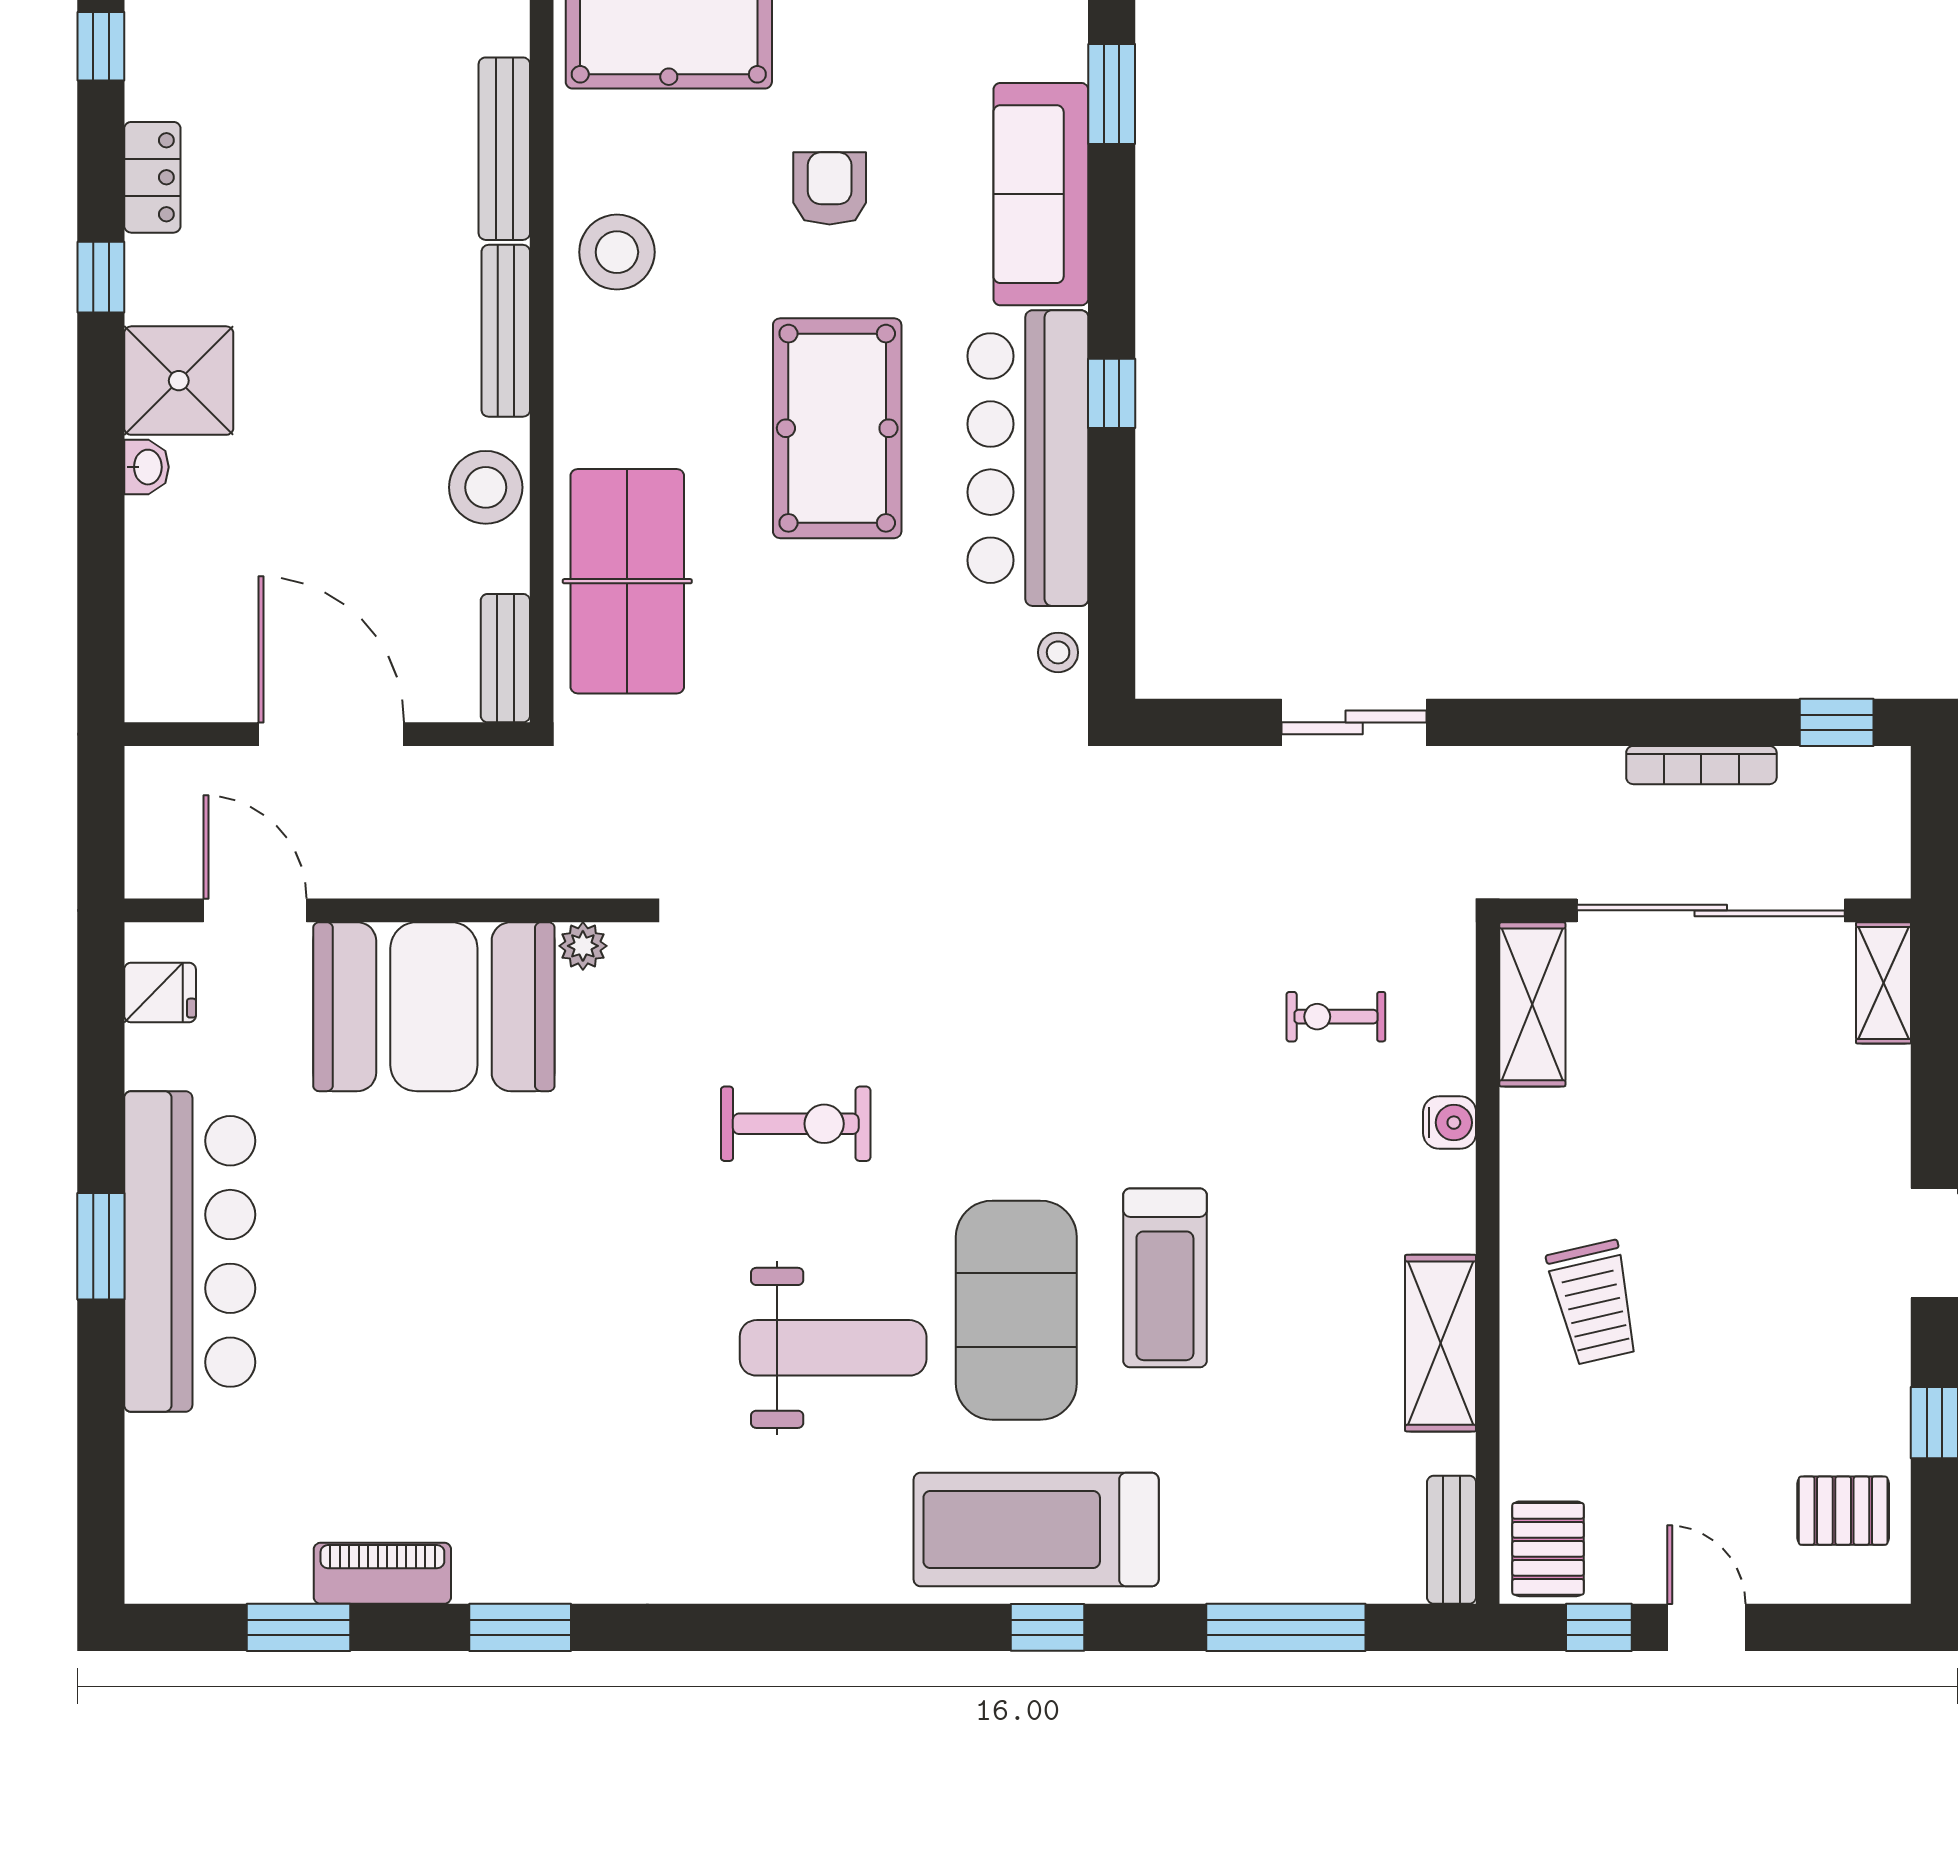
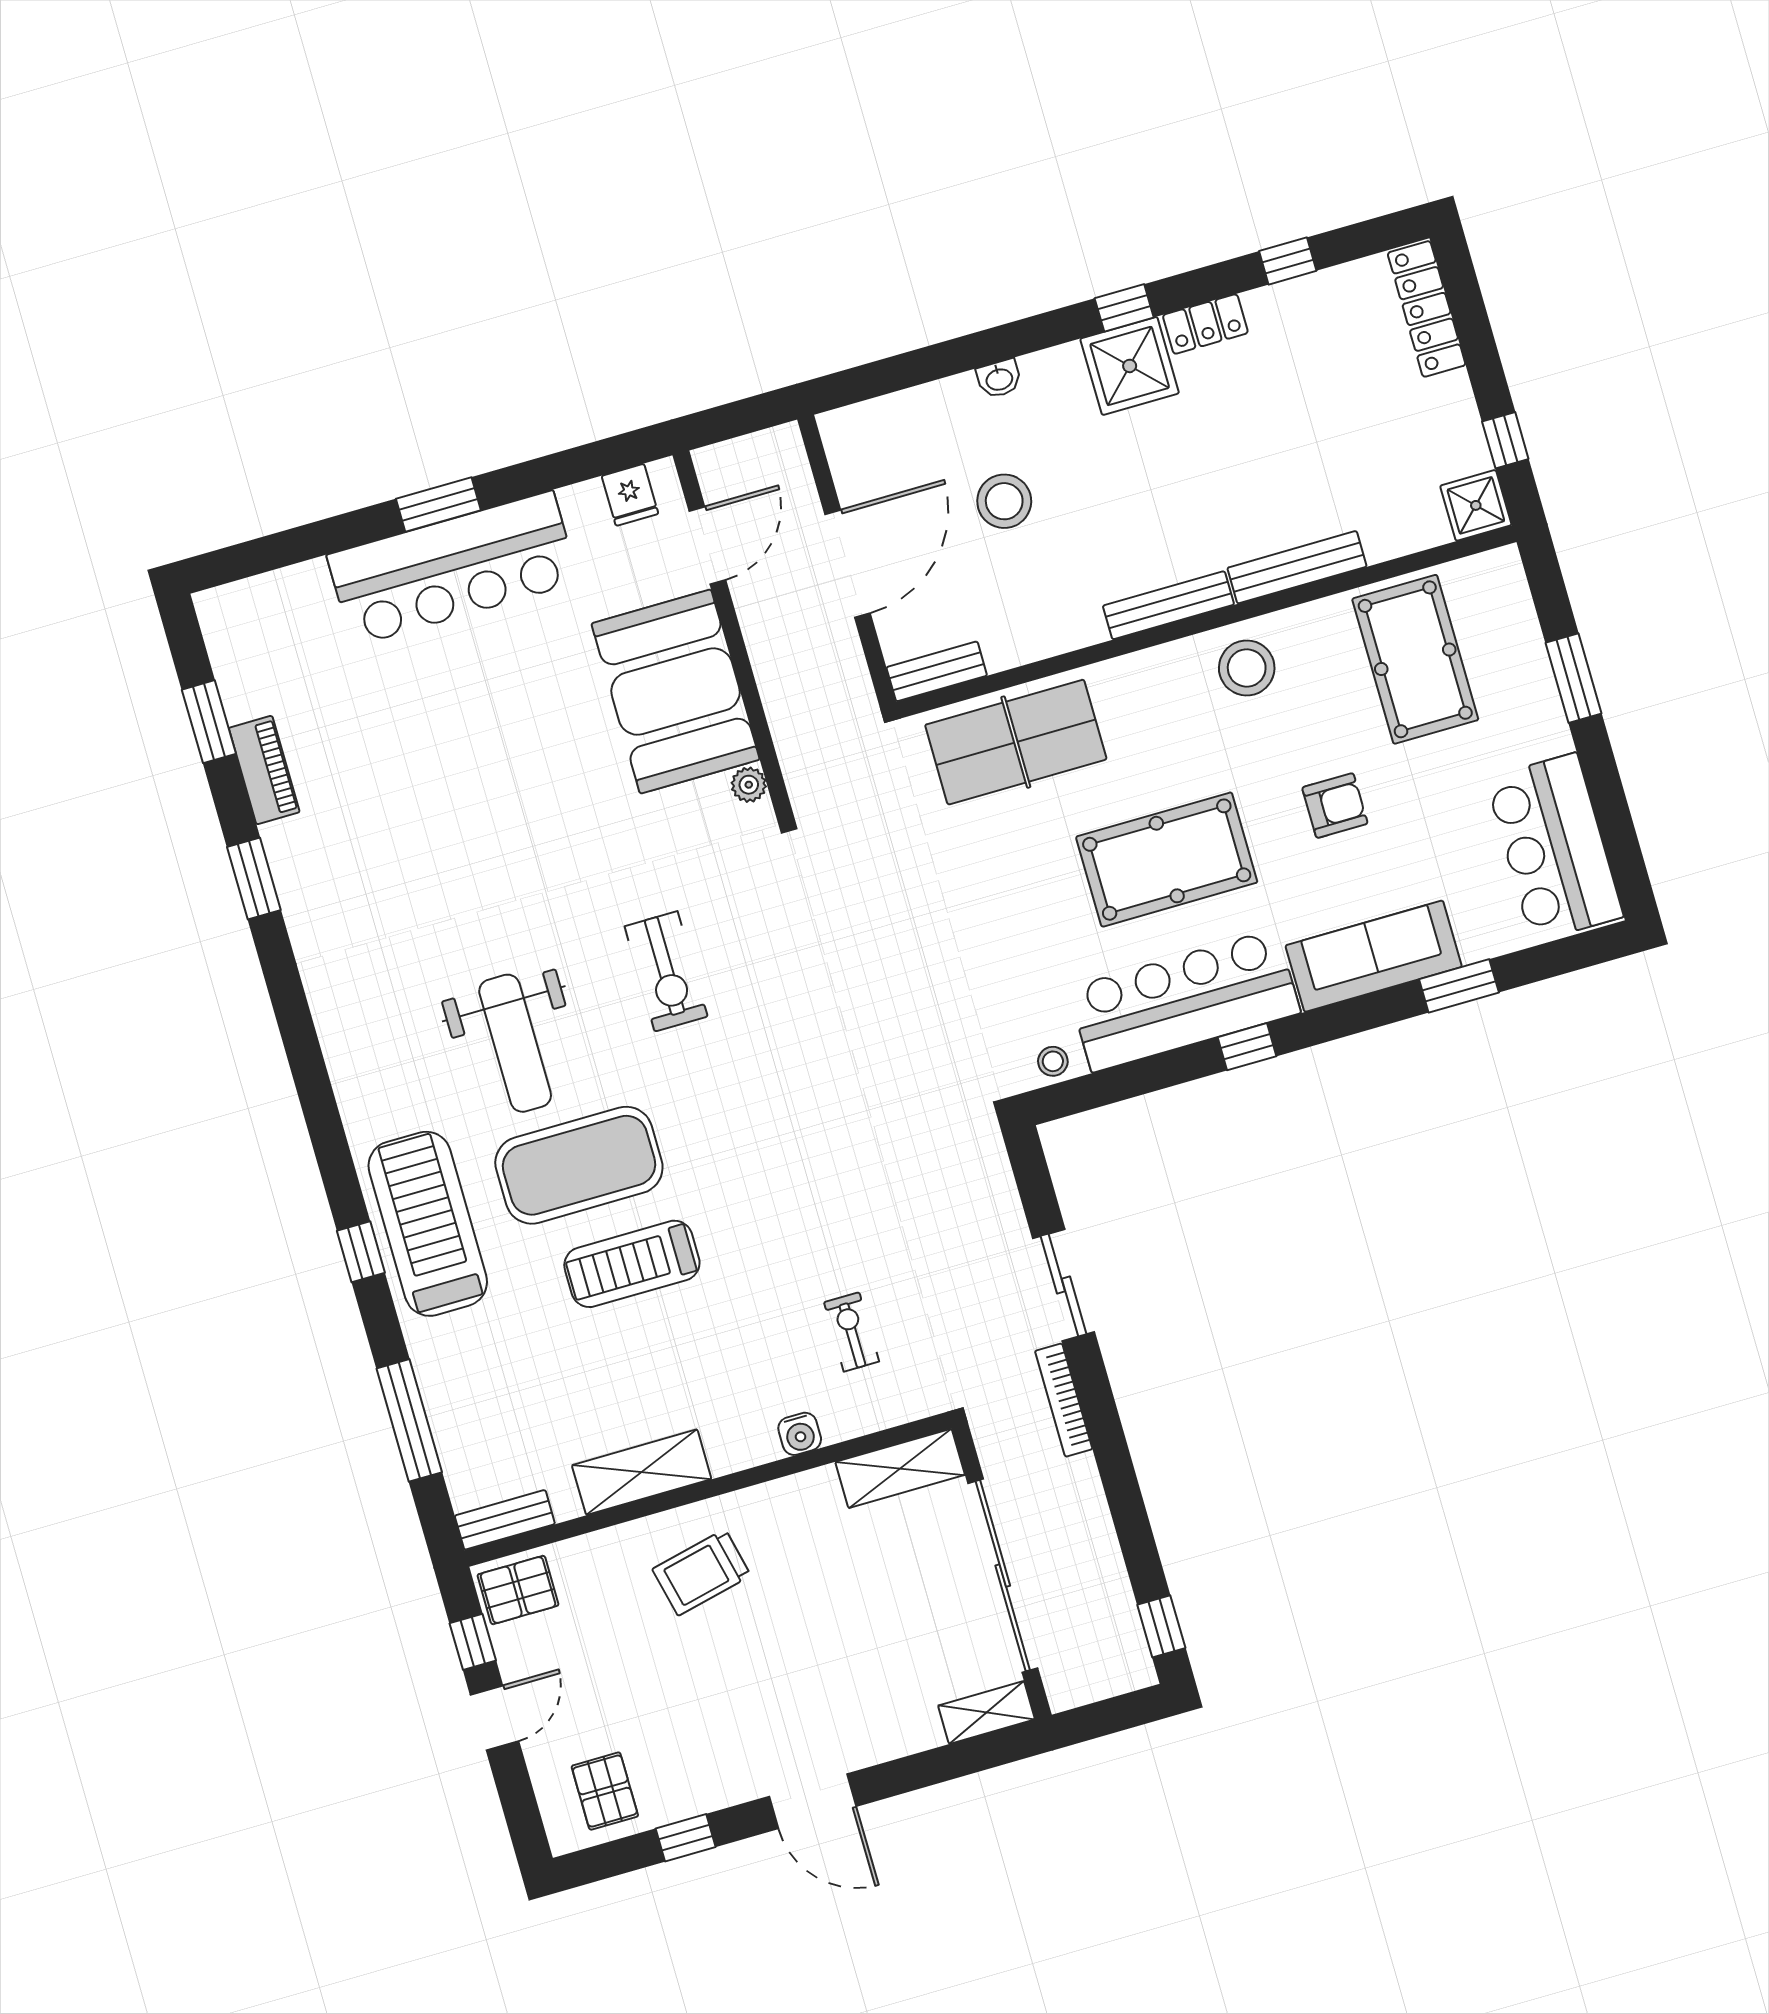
shower: (179, 381) -> (1130, 366), moved
stool: (486, 487) -> (1004, 501), moved
bookcase: (1701, 765) -> (1064, 1400), moved

